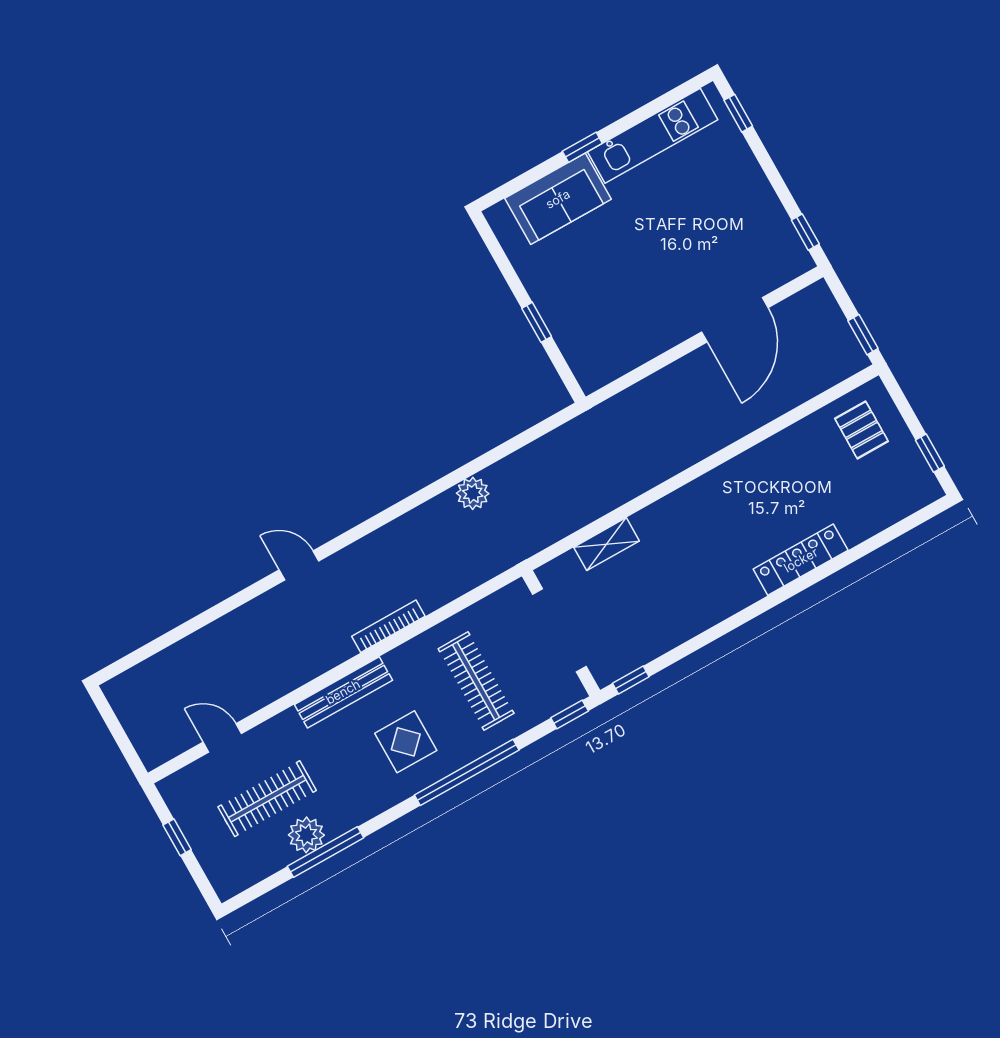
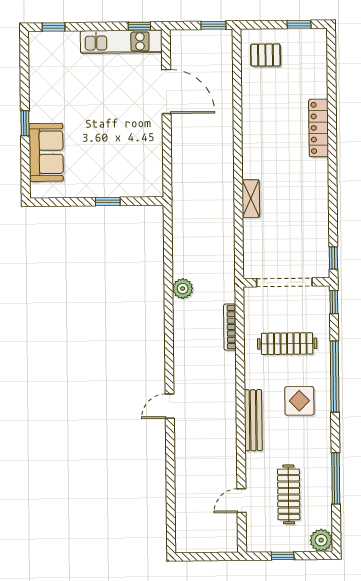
kitchen unit: (653, 136) -> (121, 42), moved, turned 90
shelving: (607, 544) -> (251, 199), moved
bookcase: (388, 626) -> (230, 327), moved
plant: (306, 835) -> (321, 540), moved

